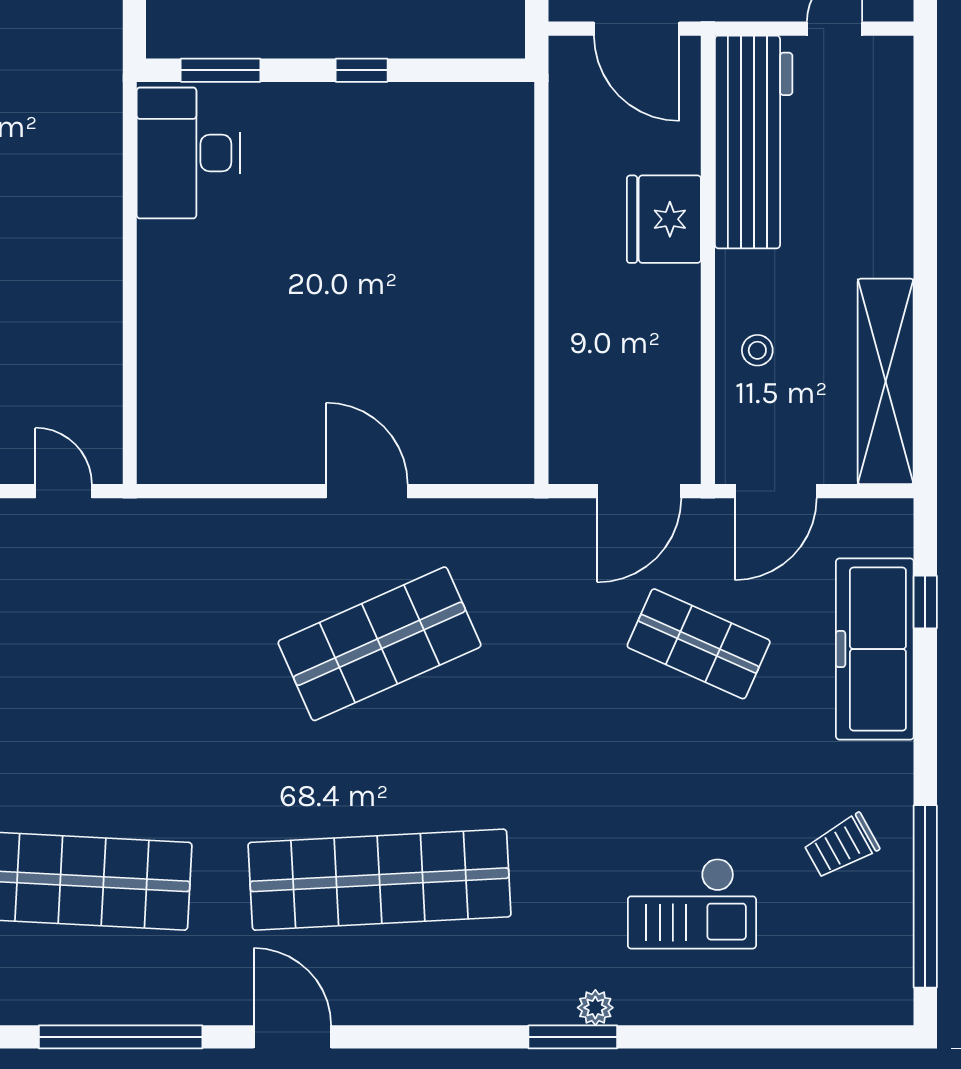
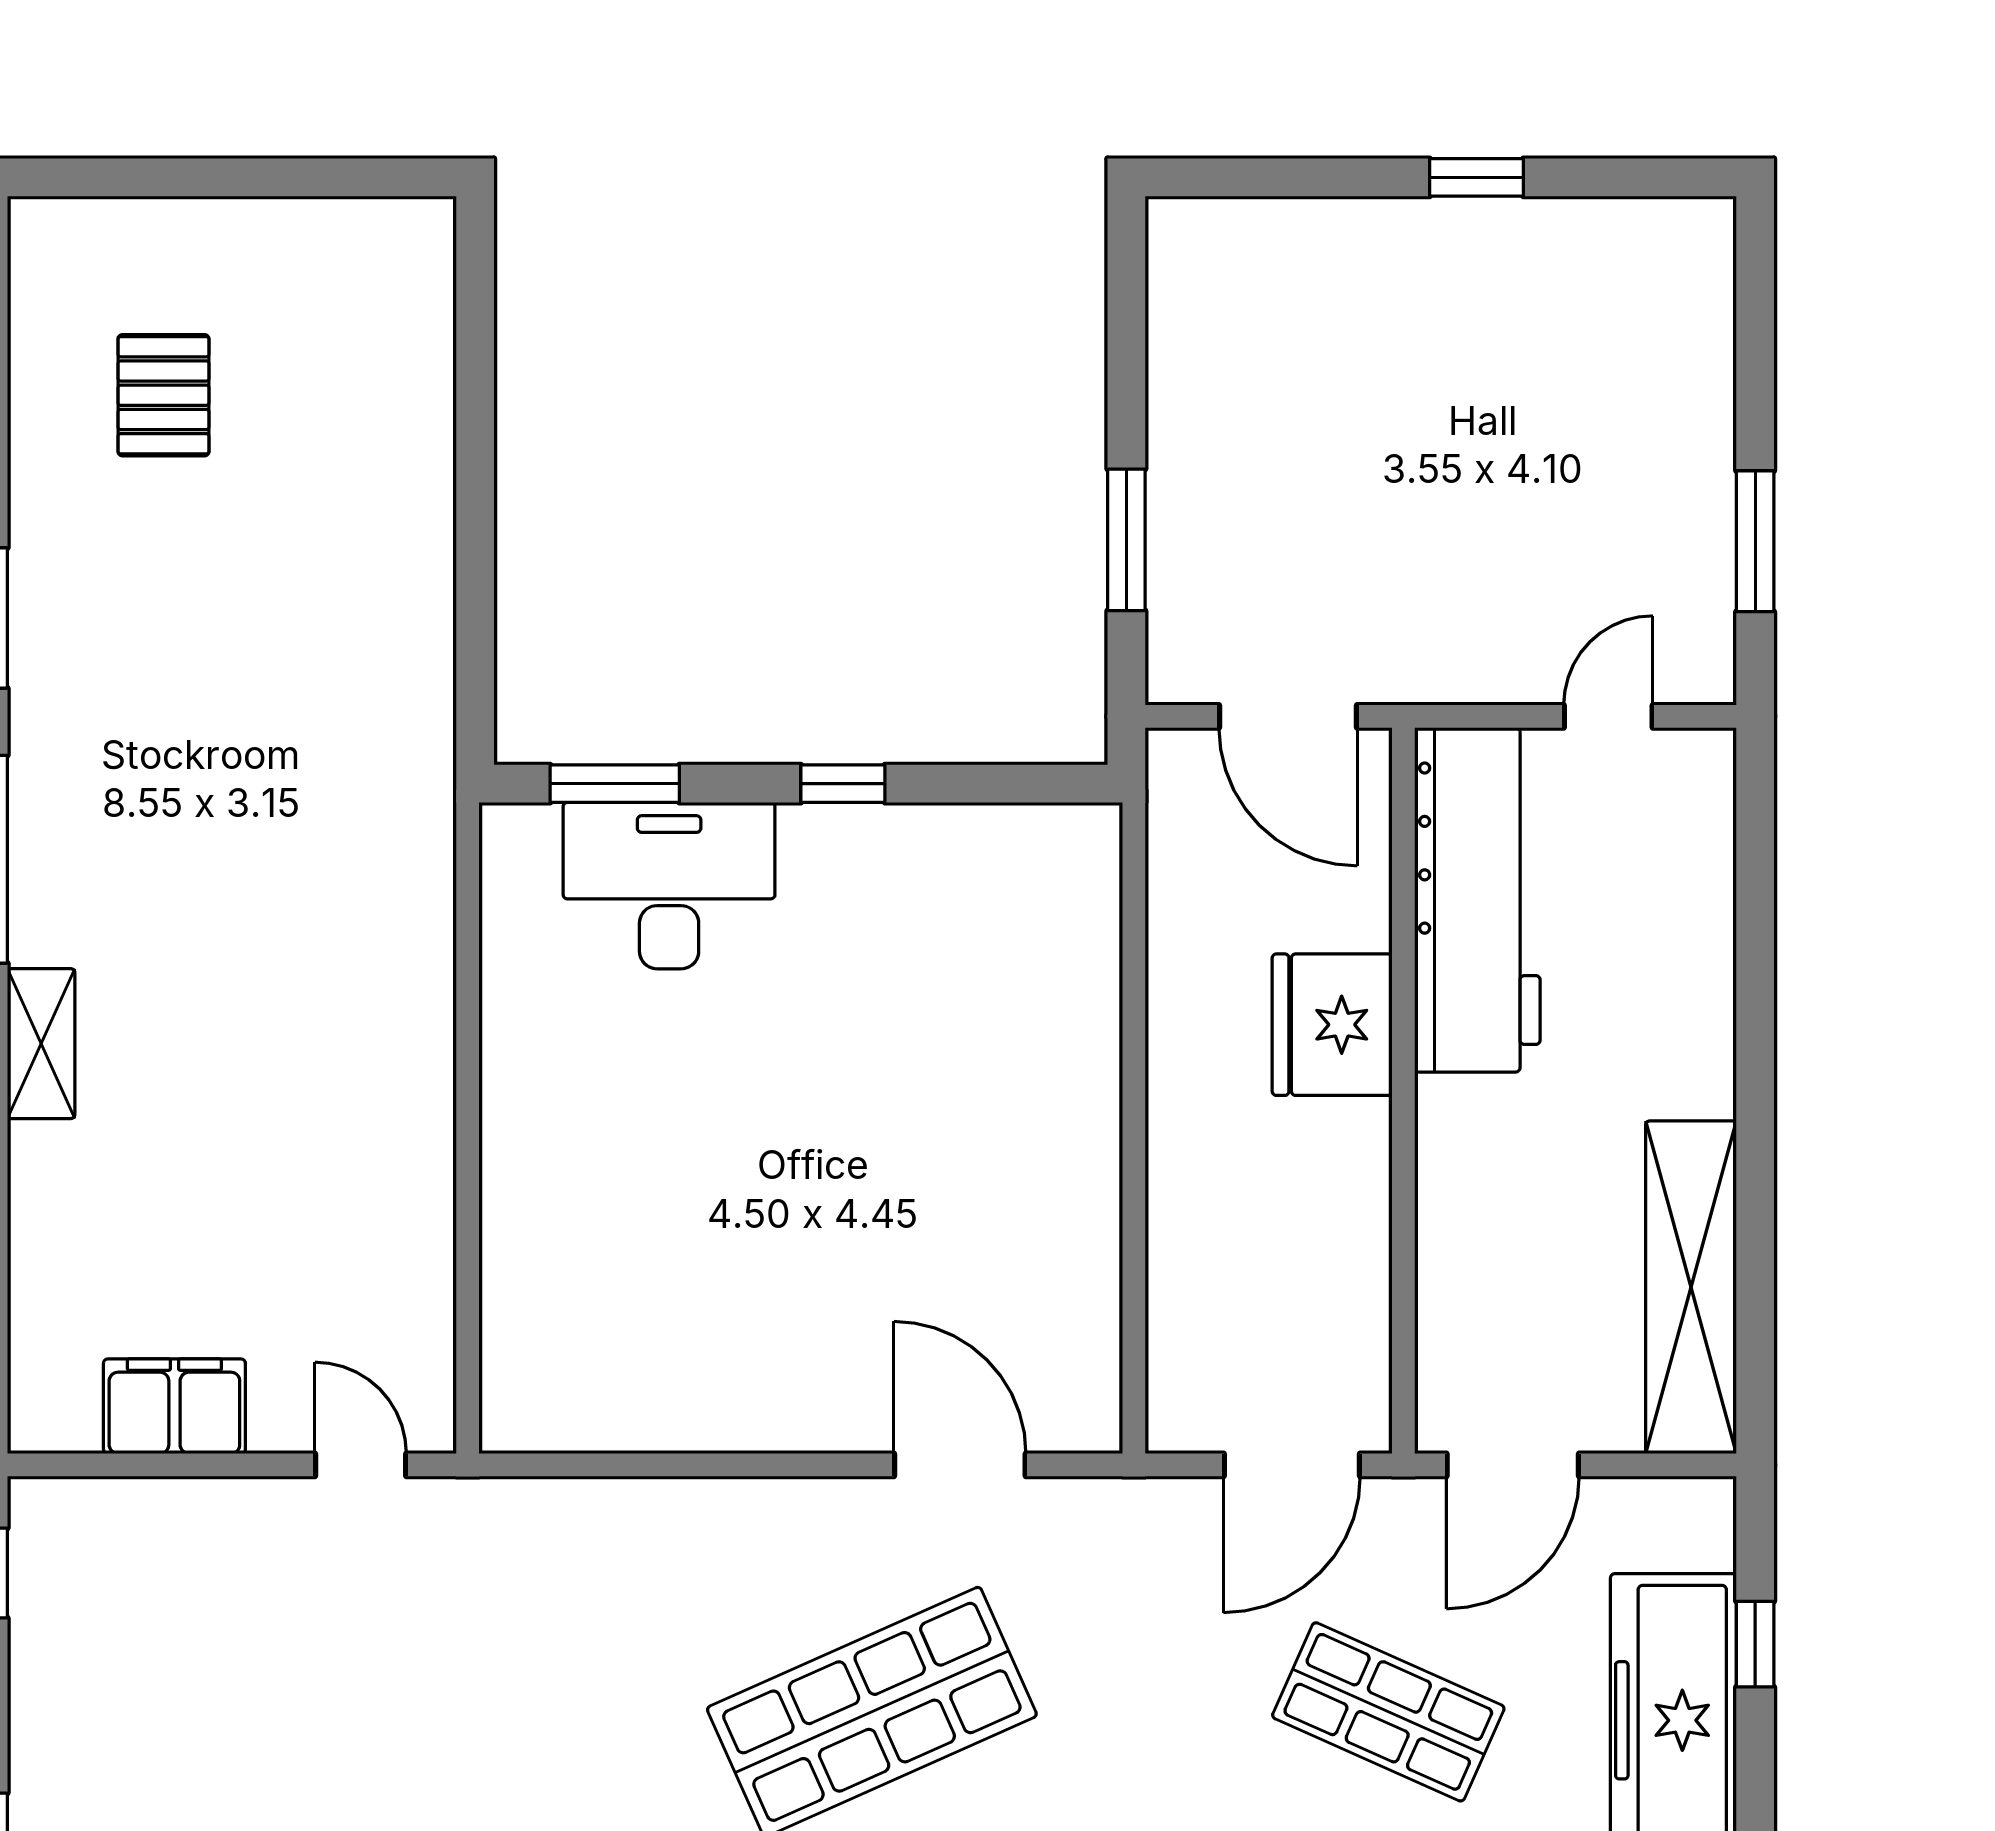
desk: (188, 153) -> (669, 886), moved, turned 90
stool: (757, 350) -> (1483, 1237), removed
door: (367, 491) -> (960, 1465), moved

